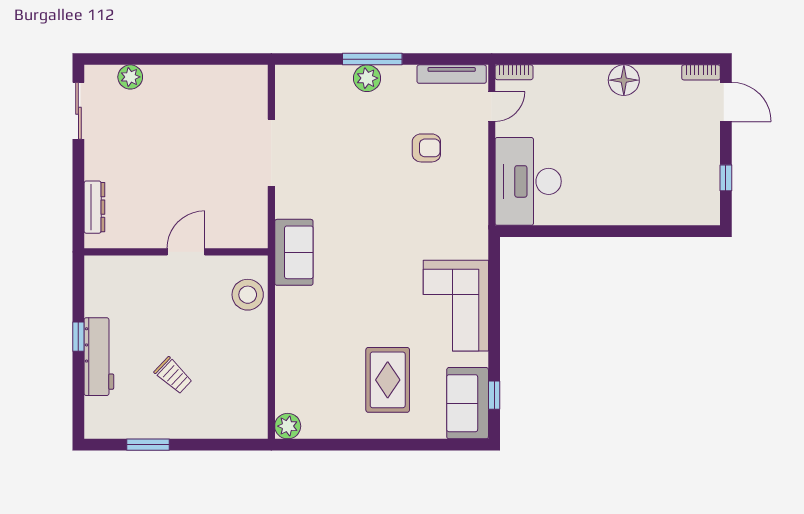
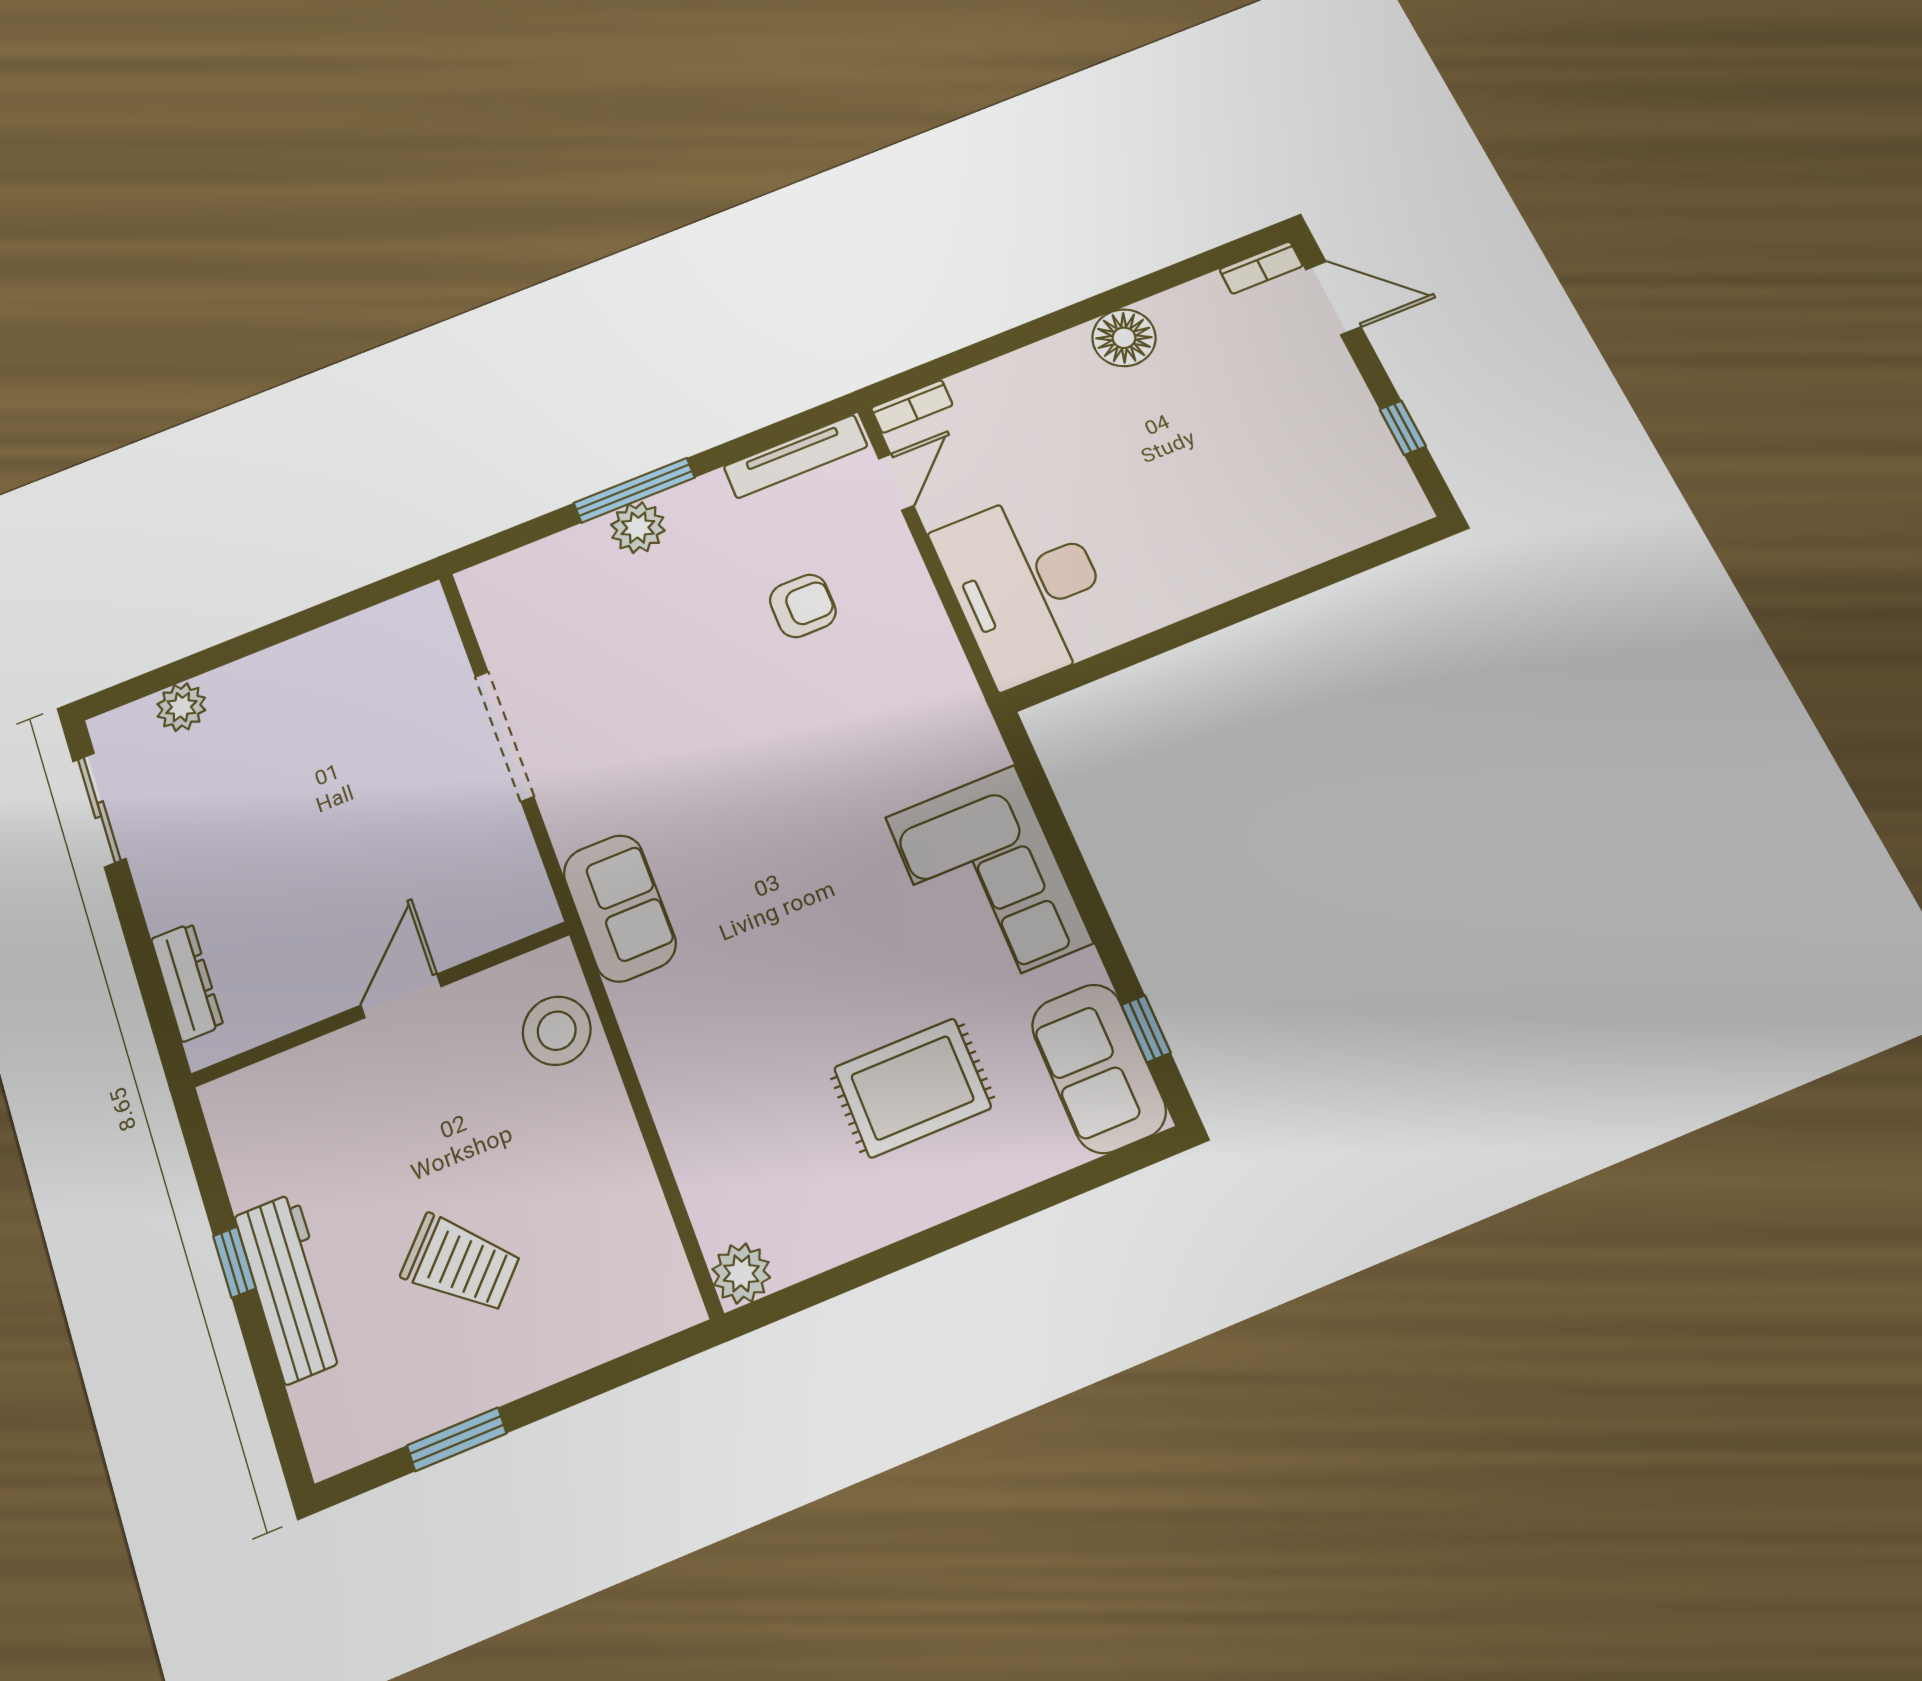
trolley: (173, 376) -> (461, 1264), width x1.36, depth x1.39
rug: (388, 380) -> (912, 1088), turned 90

